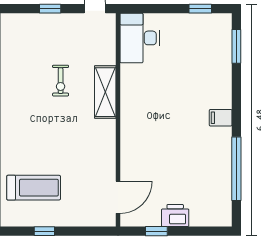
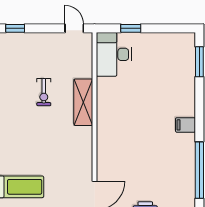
window: (50, 9) -> (15, 28), moved
window: (200, 9) -> (131, 28), moved

